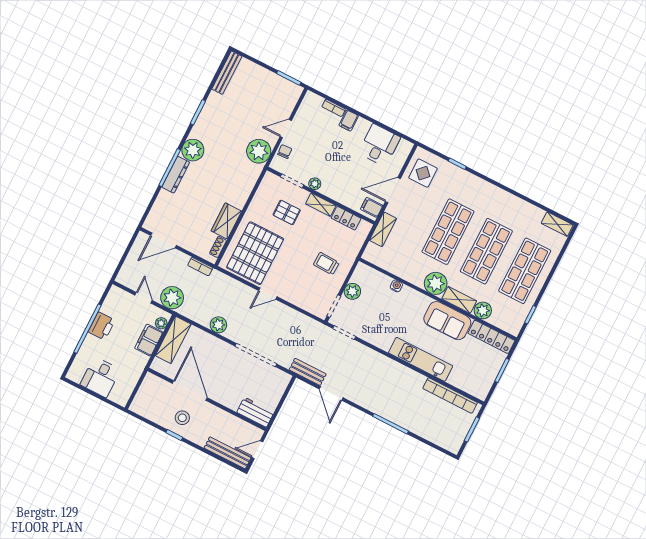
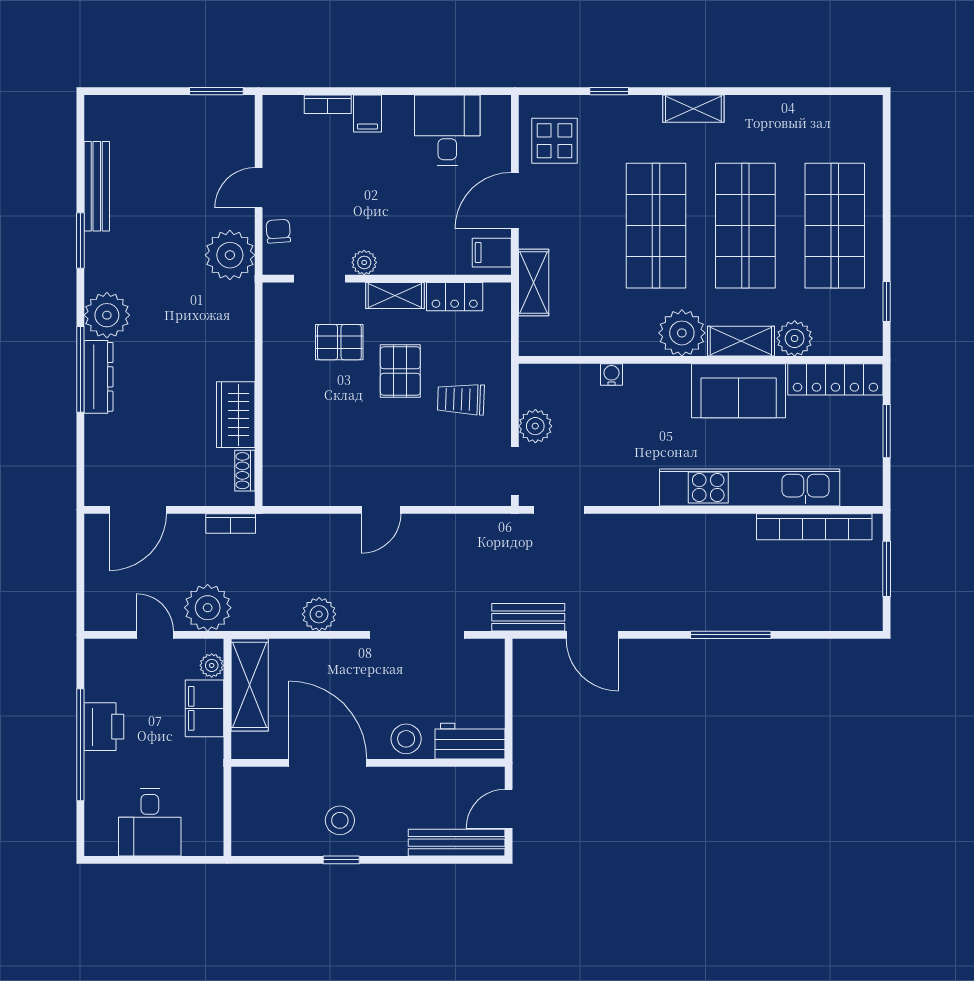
bench: (227, 73) -> (97, 186), moved
shelving: (557, 224) -> (693, 109), moved
pallet: (255, 253) -> (400, 371), moved, width x0.49, depth x0.50
kitchen unit: (421, 359) -> (750, 488), width x1.36
stool: (229, 397) -> (406, 739), added

